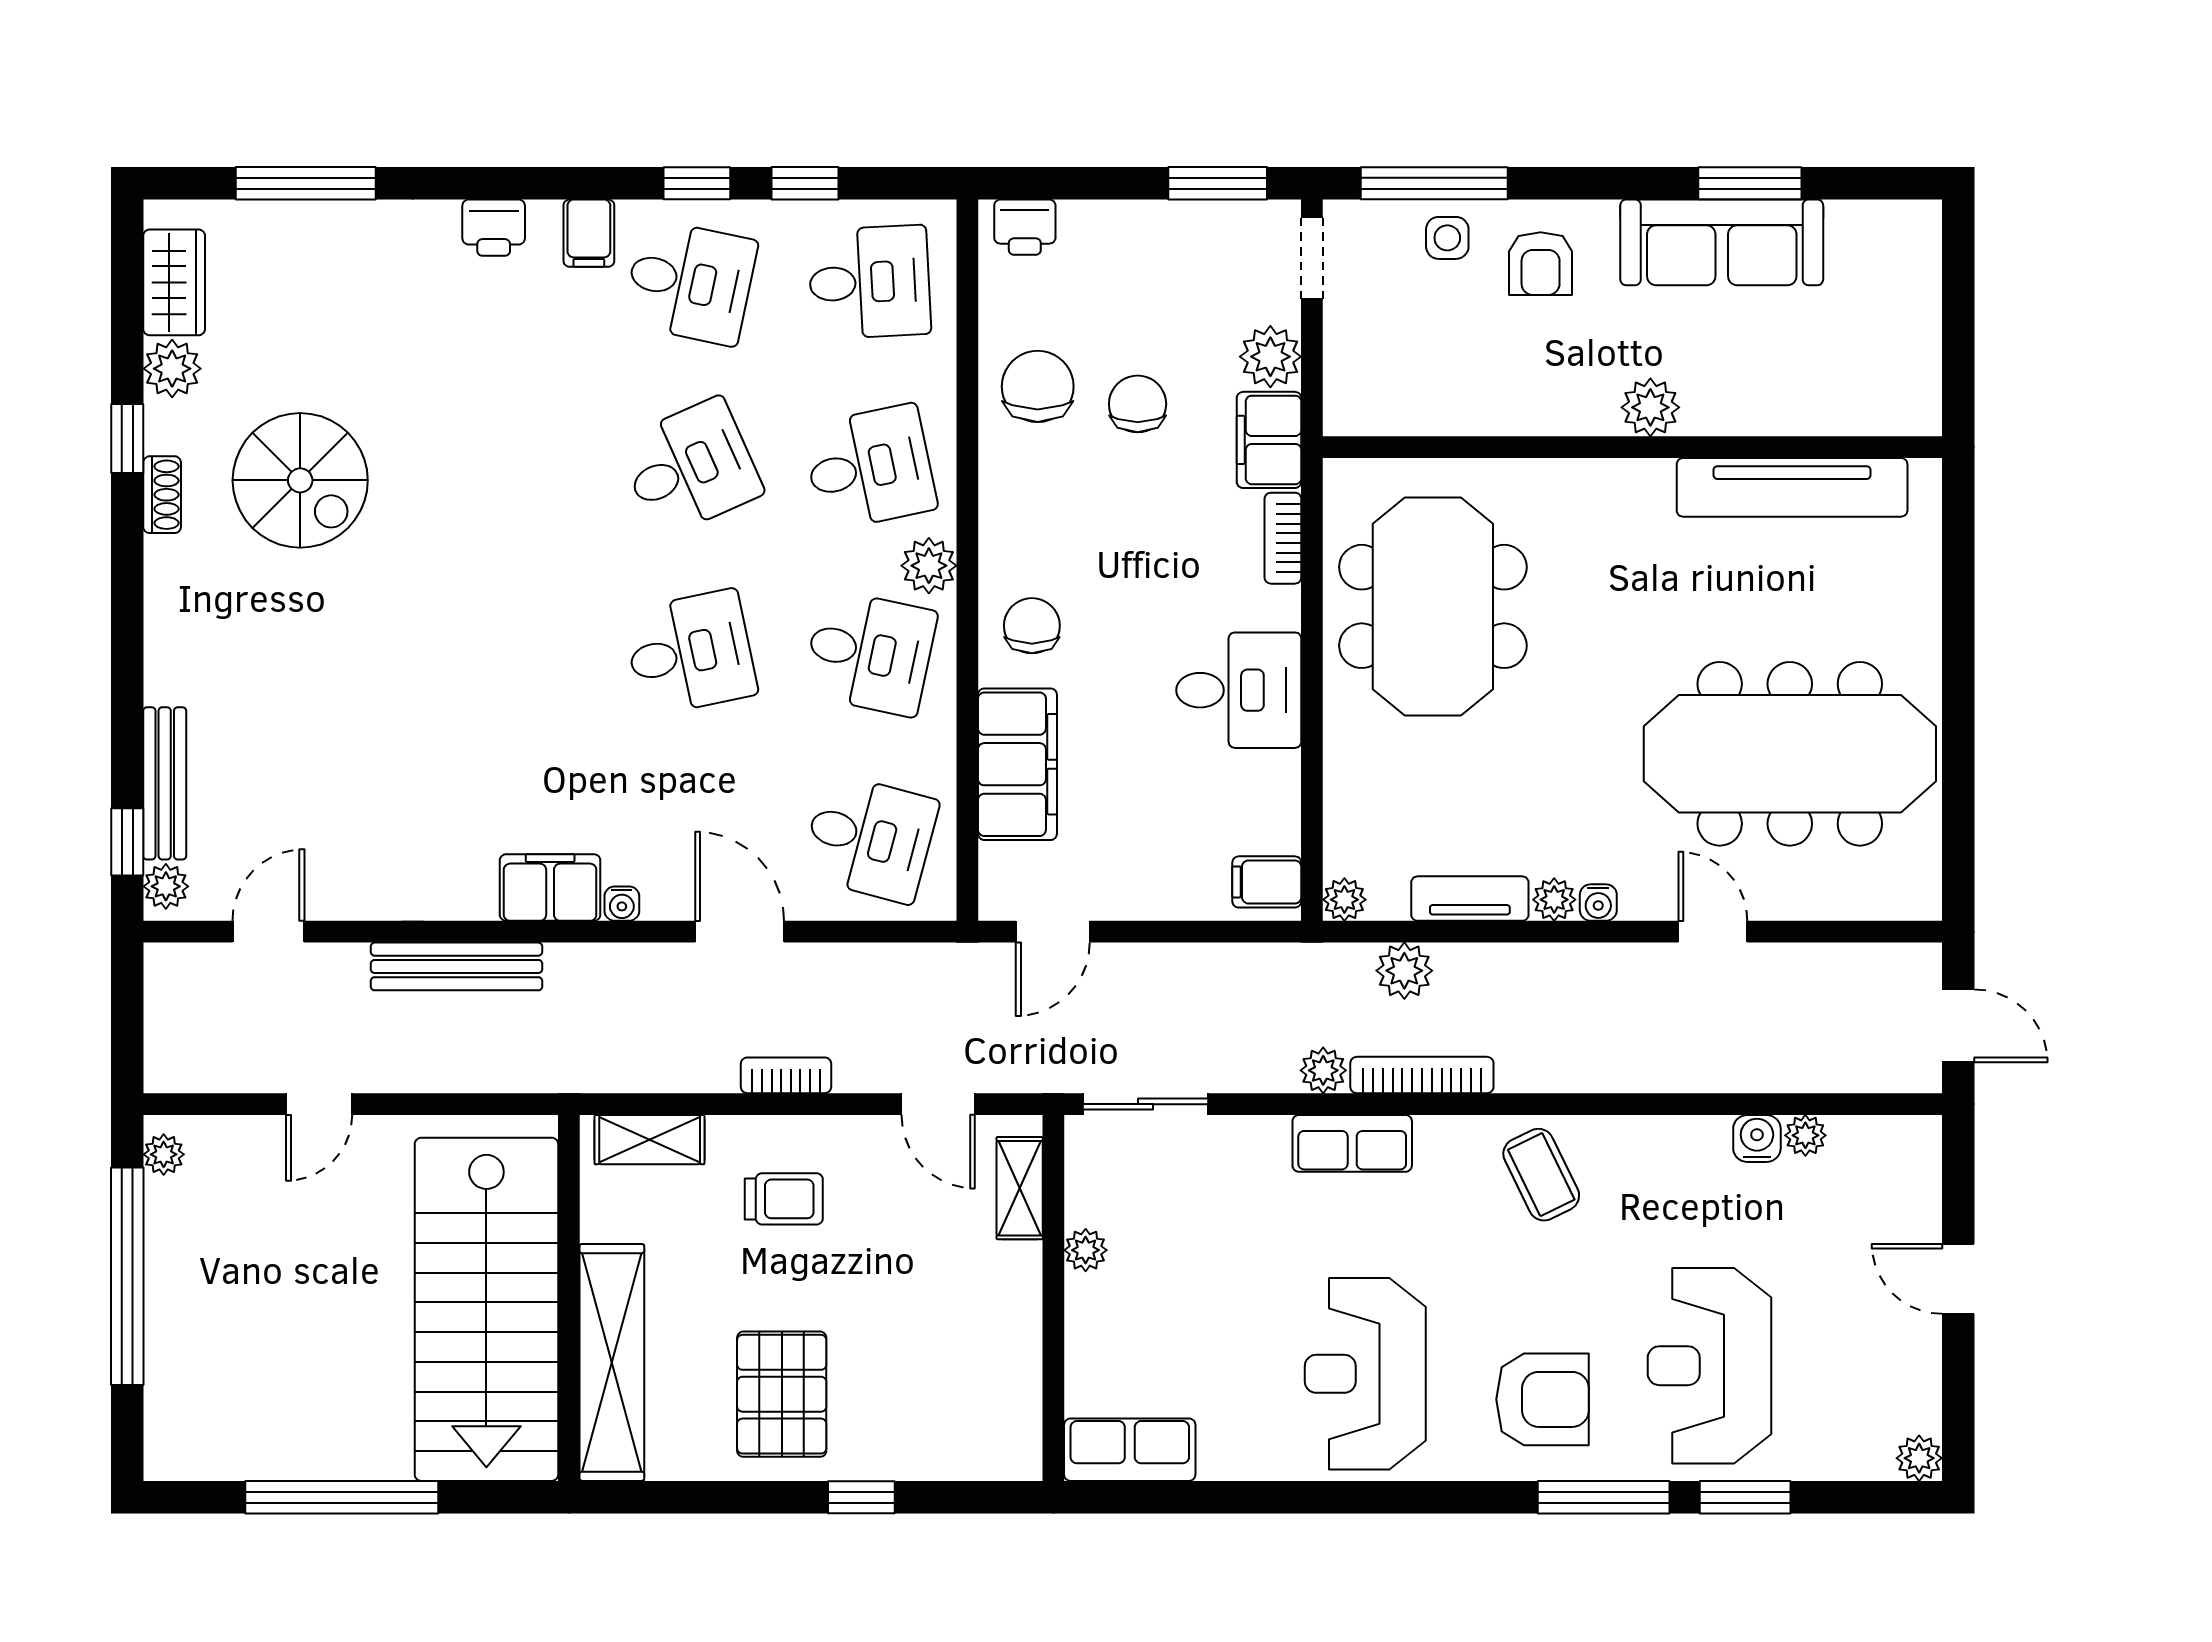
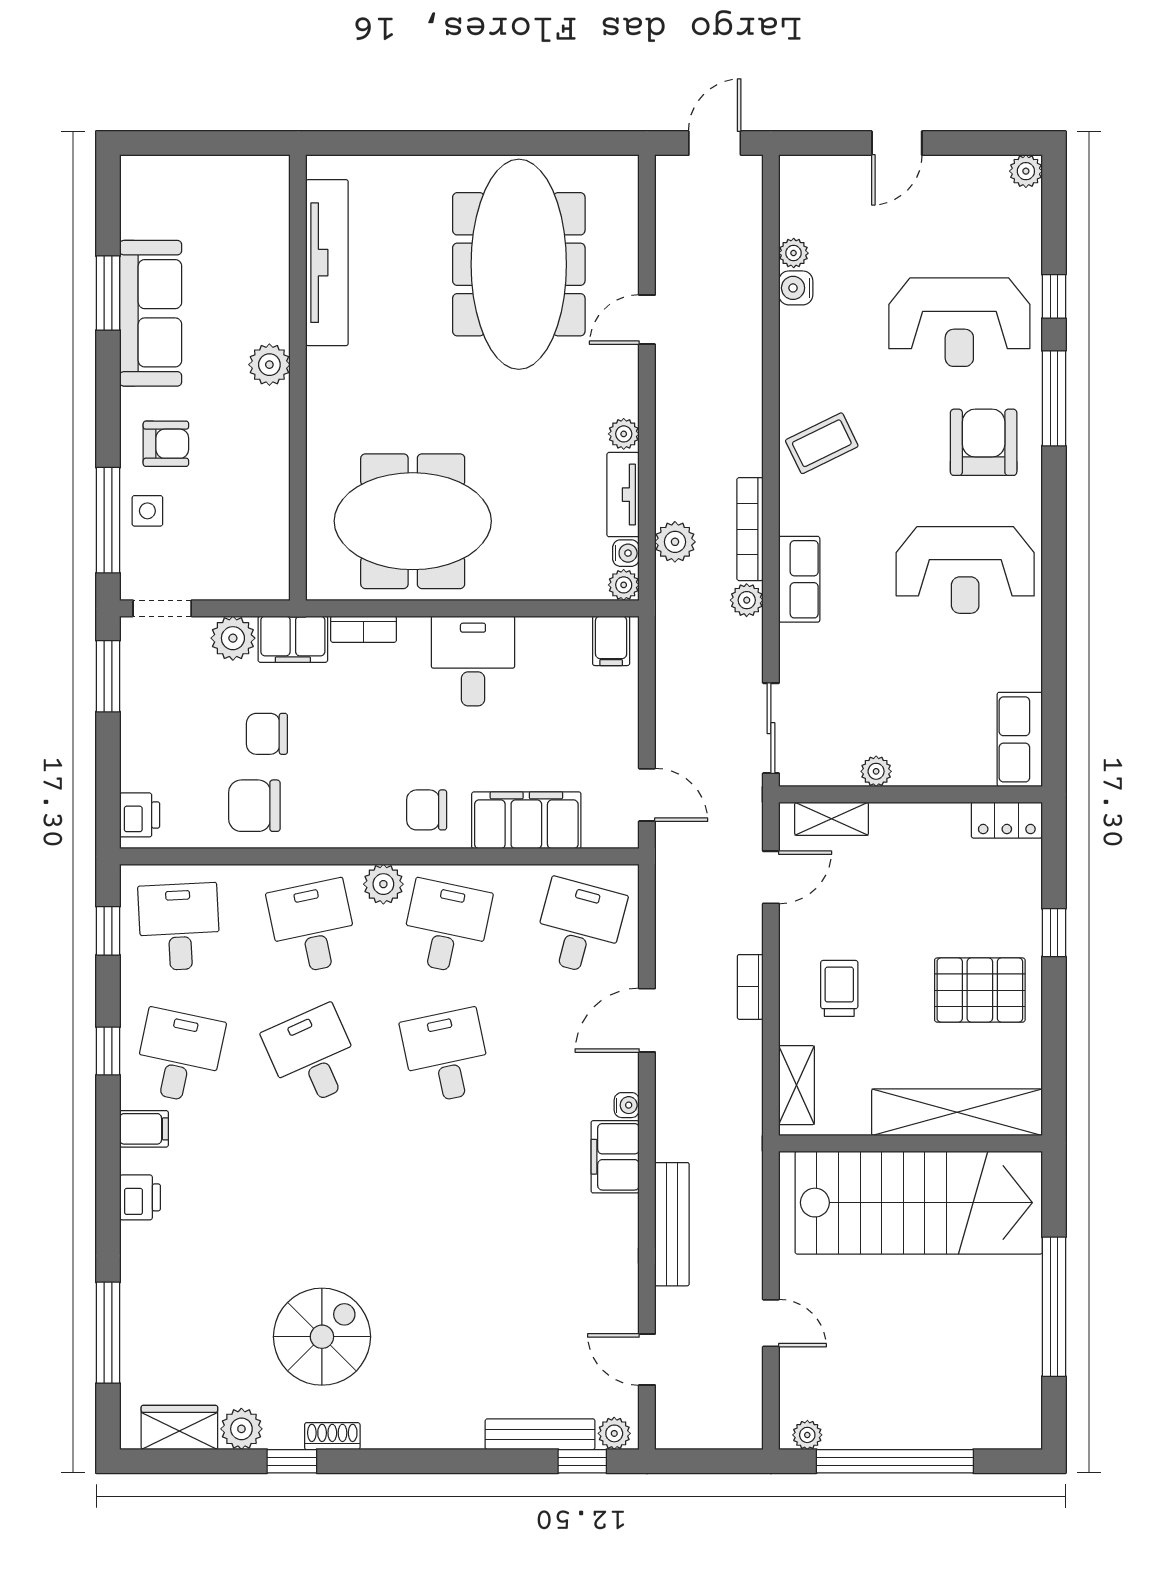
window: (805, 183) -> (108, 931), moved
water cooler: (1598, 903) -> (626, 553), moved
locker: (1018, 1432) -> (1007, 820), added
window: (1745, 1497) -> (1054, 296), width x0.67

